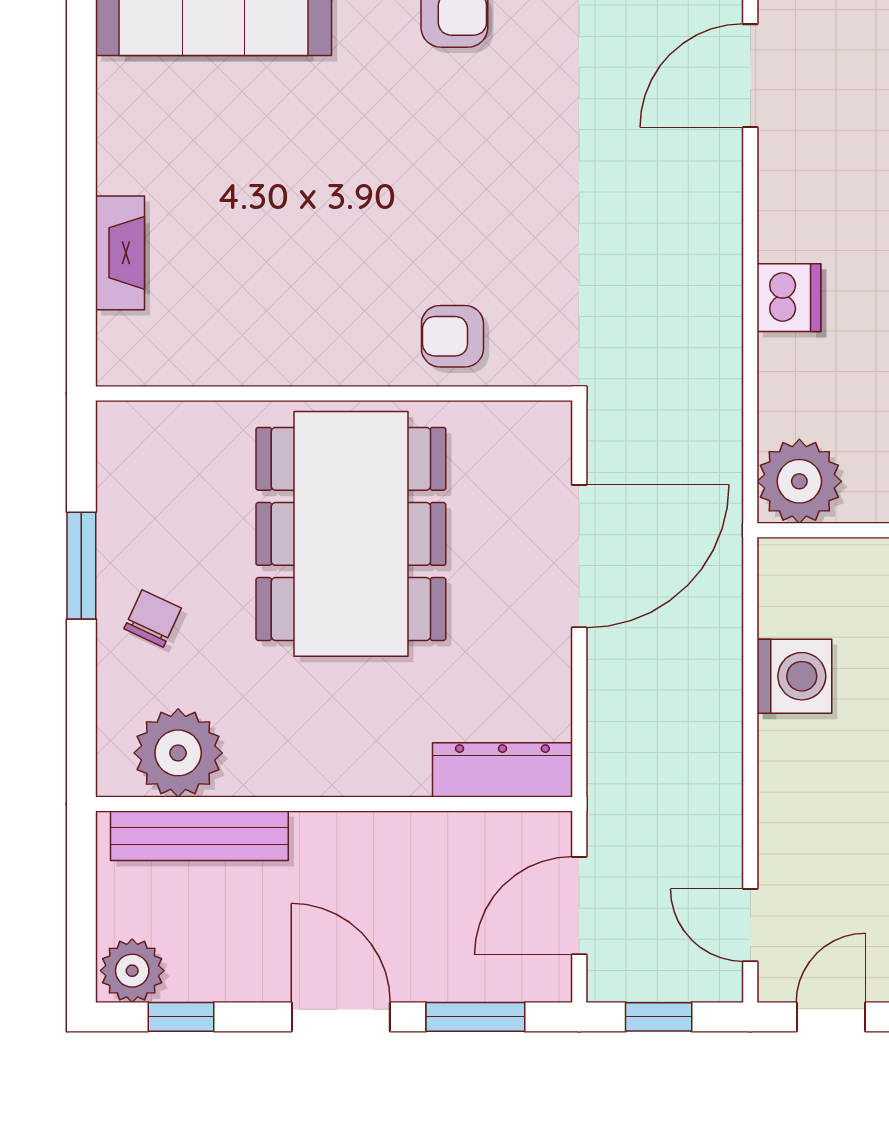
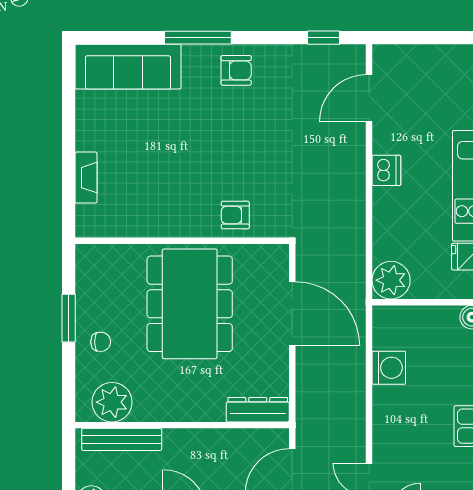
dishwasher: (789, 298) -> (386, 170), moved
door: (579, 556) -> (292, 314), hinge flipped
chair: (153, 618) -> (101, 342), turned 65

